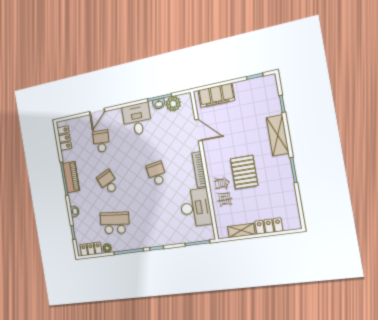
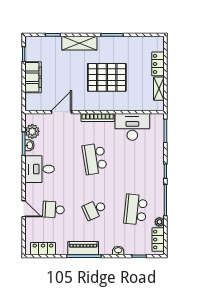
filing cabinet: (216, 95) -> (33, 77), moved
pallet: (244, 172) -> (107, 77), width x1.37, depth x1.41
school desk: (157, 174) -> (95, 159), width x1.85

